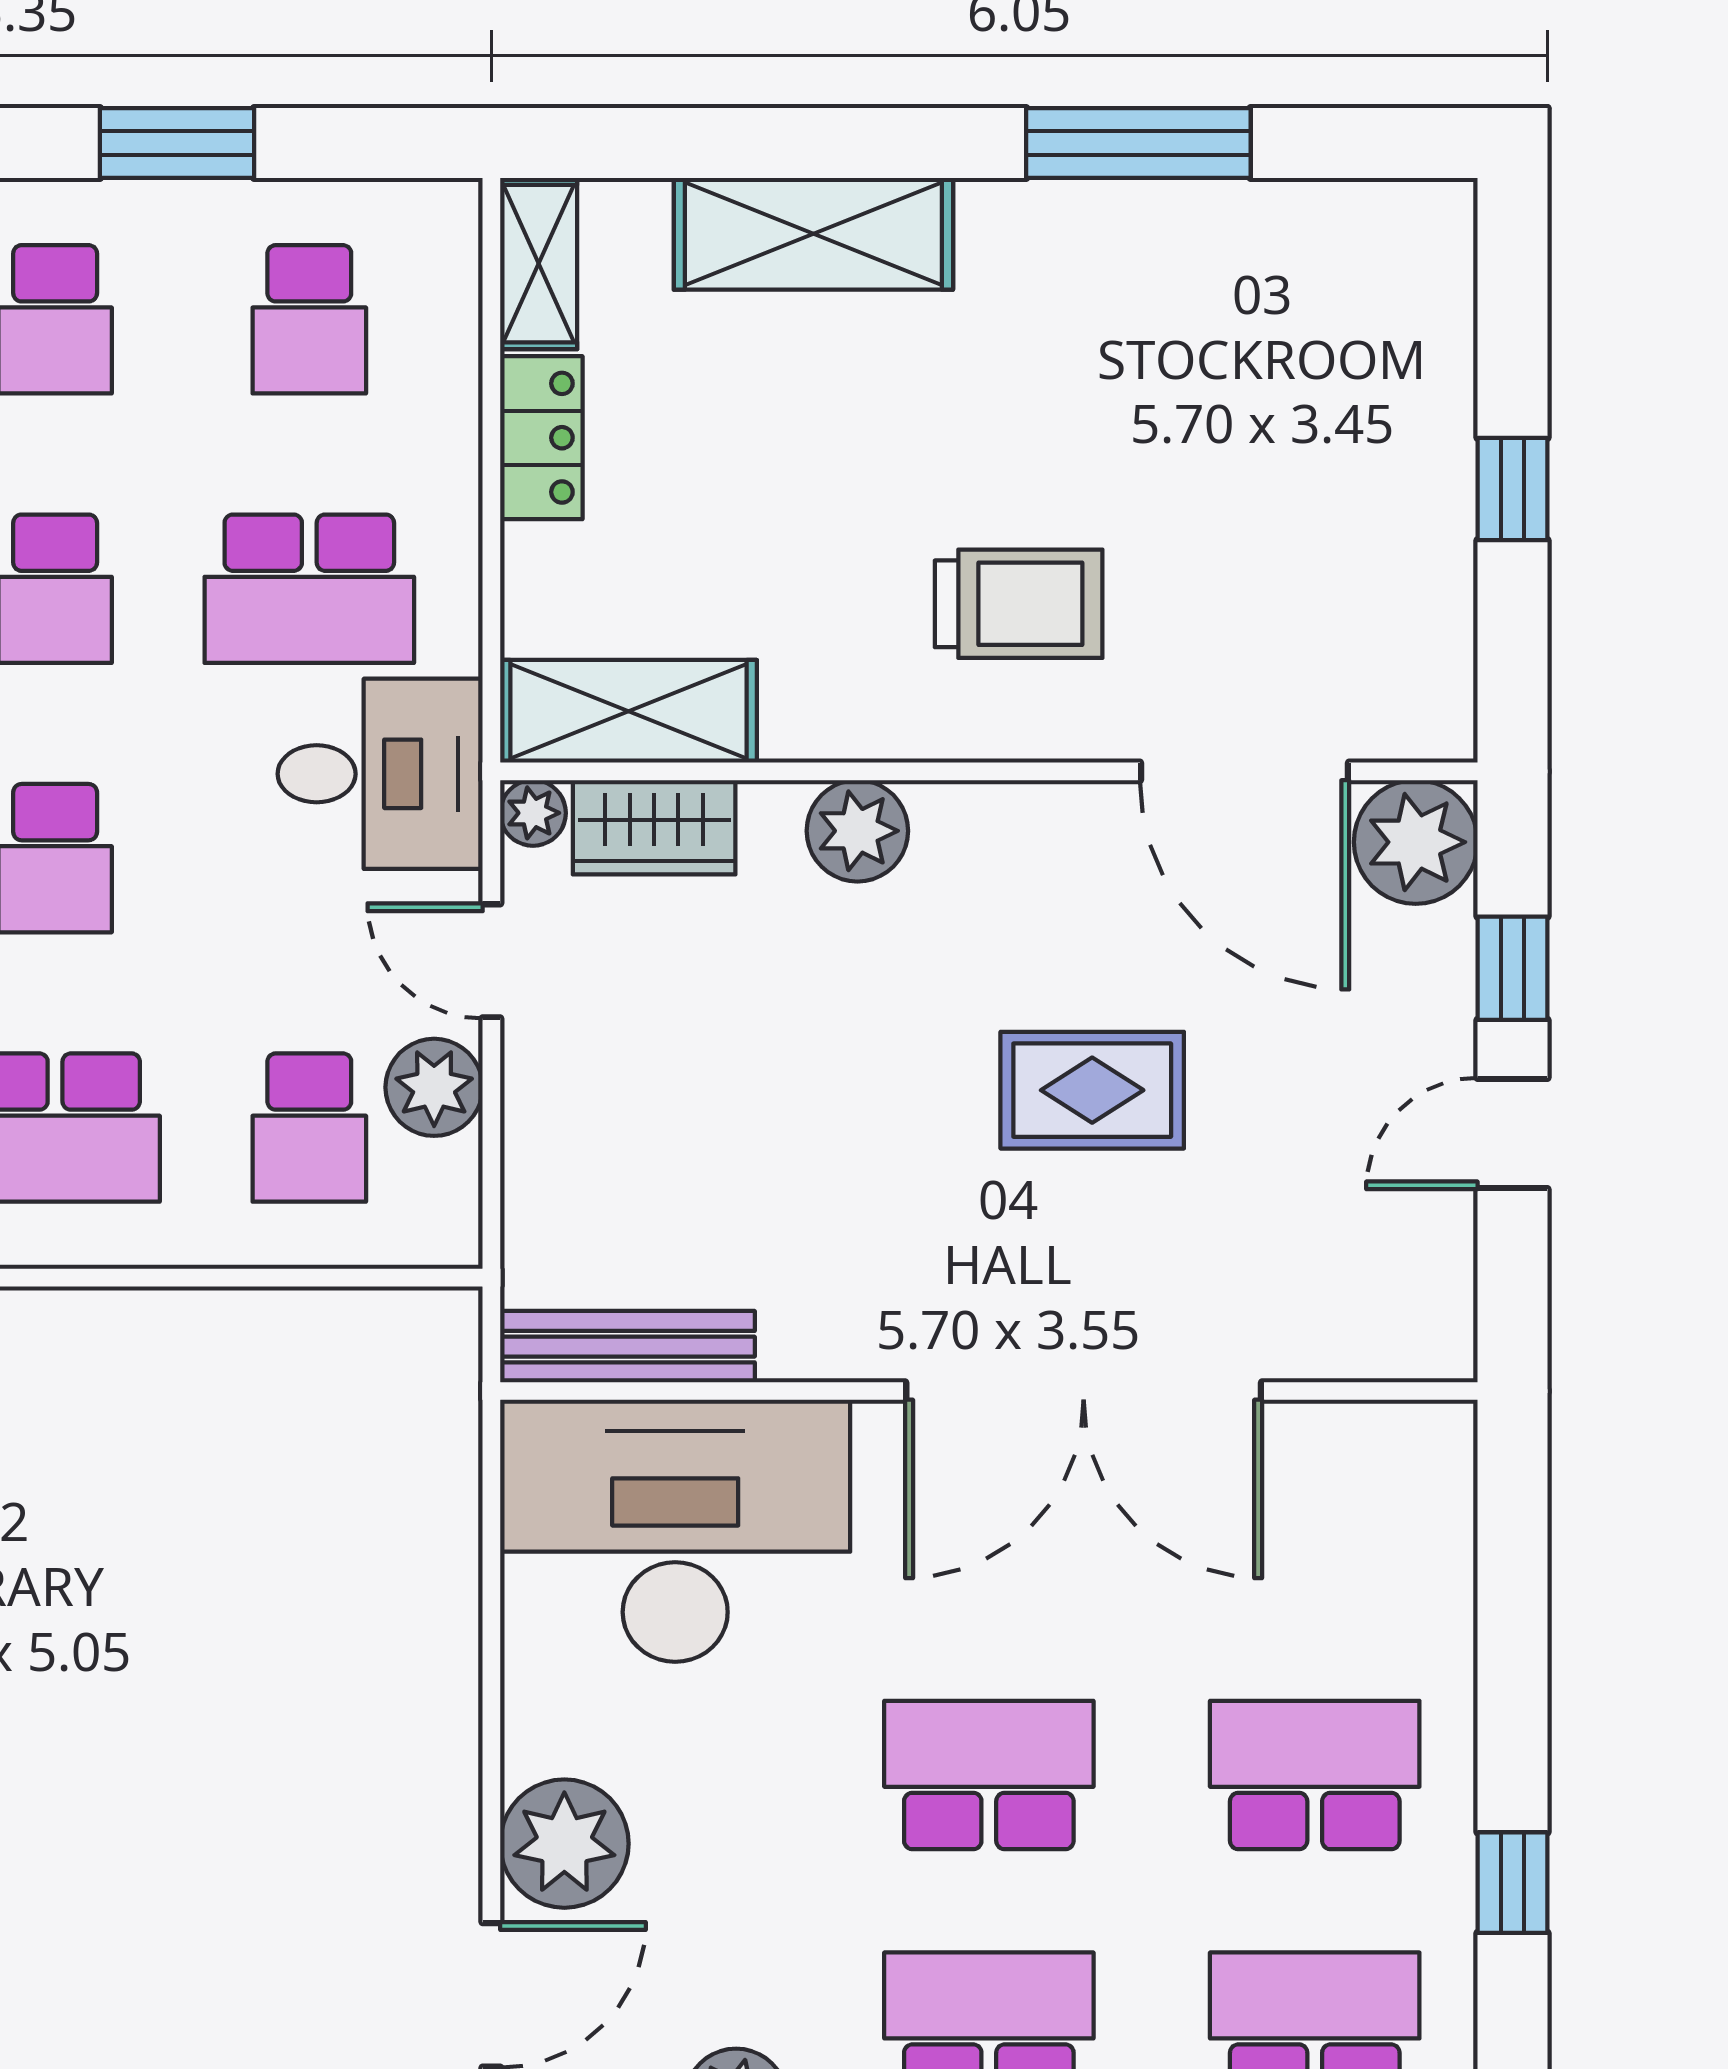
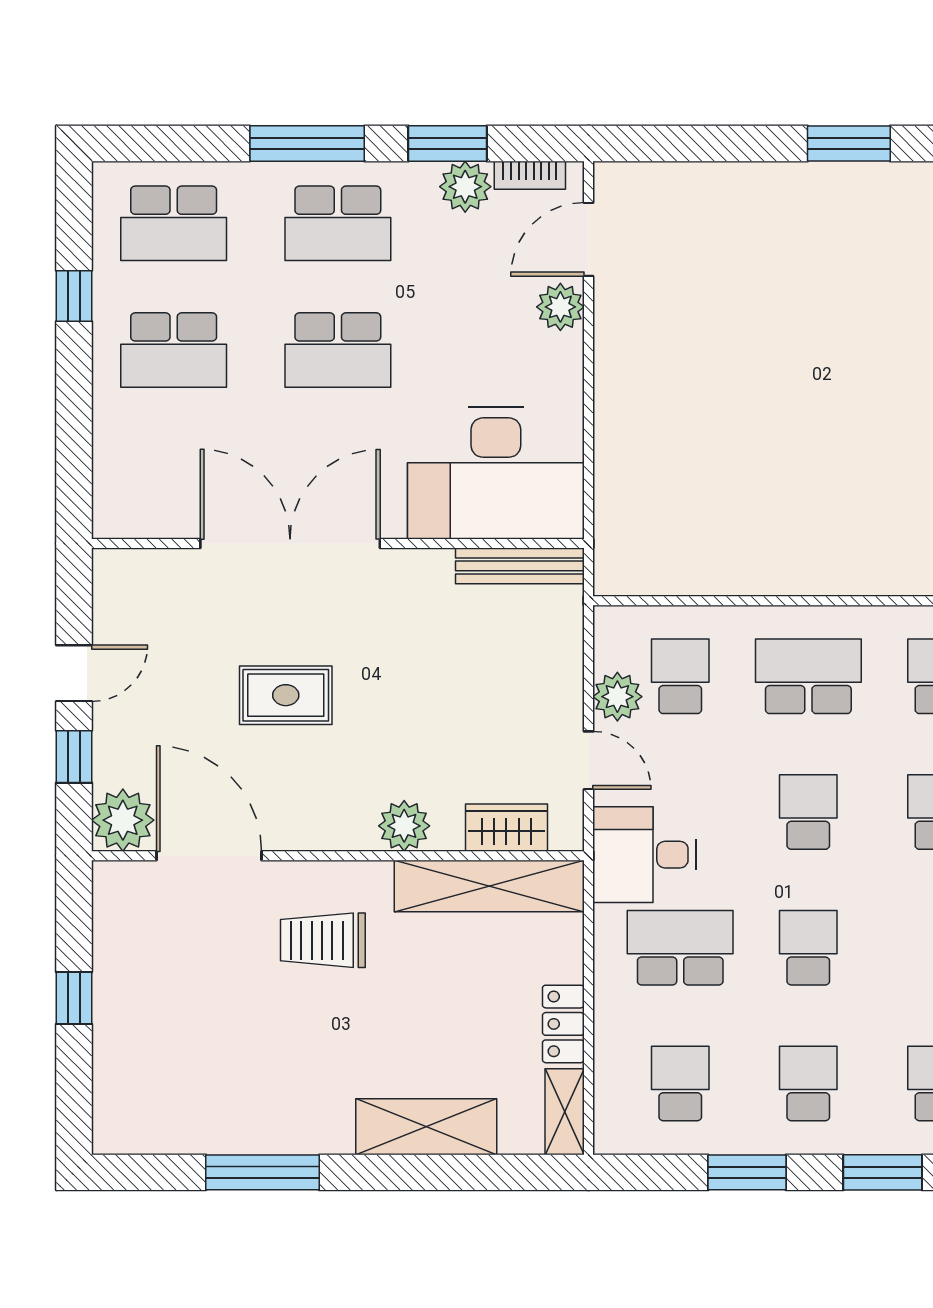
shelving: (629, 711) -> (489, 886), width x1.47
plant: (533, 813) -> (568, 835), removed
plant: (564, 1844) -> (560, 307), width x0.73, depth x0.73

